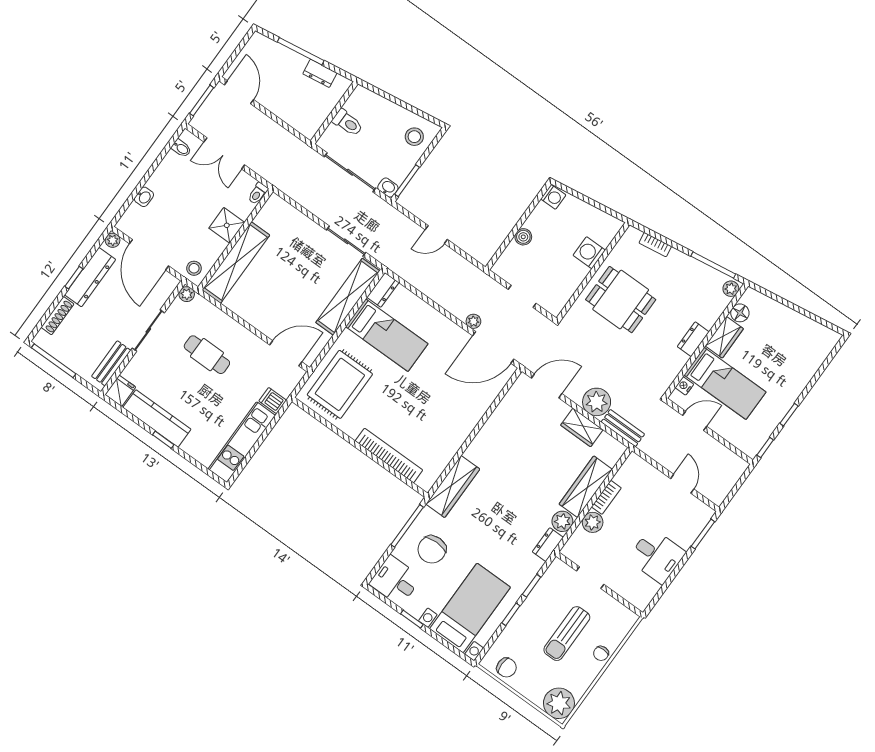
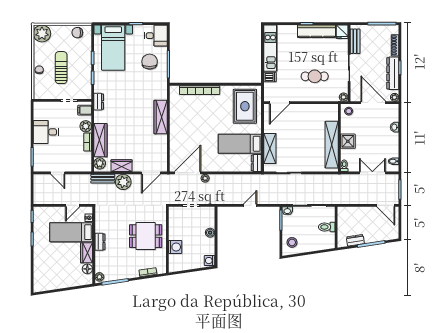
shelving: (236, 263) -> (332, 145), moved
shelving: (348, 297) -> (270, 148), width x0.68
wardrobe: (453, 487) -> (161, 117), moved
plant: (562, 521) -> (100, 163), moved
filing cabinet: (577, 547) -> (85, 110), added

